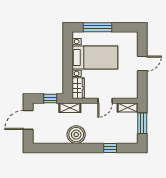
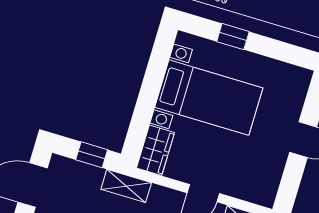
window: (97, 27) -> (233, 37), width x0.46

